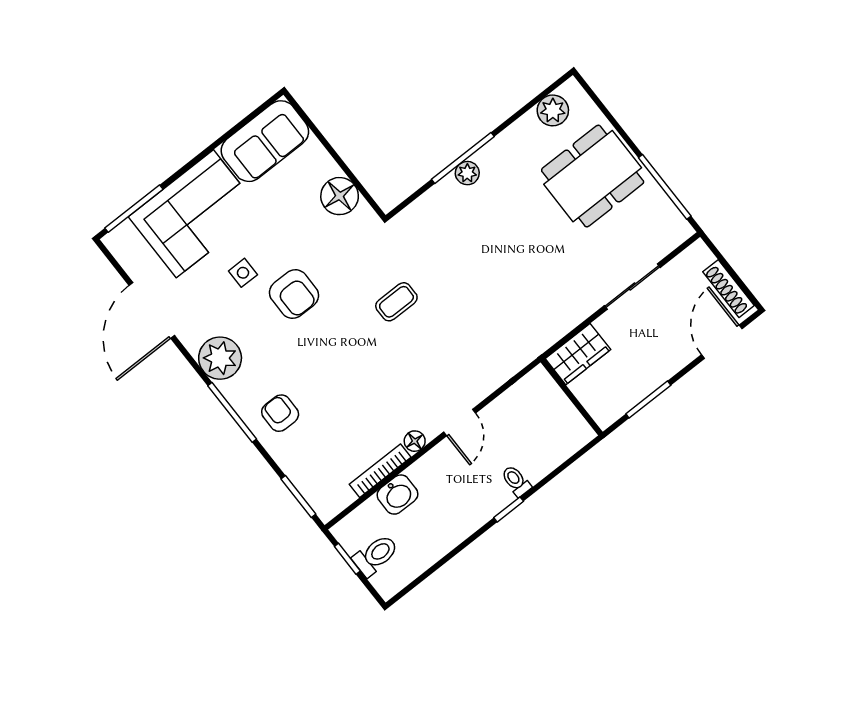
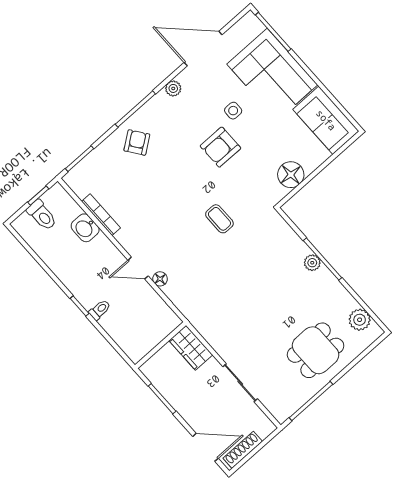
dining table: (593, 176) -> (316, 350), width x0.73
plant: (220, 358) -> (173, 88), width x0.53, depth x0.53
armchair: (280, 413) -> (137, 142), turned -36
floor lamp: (415, 441) -> (160, 279), moved

